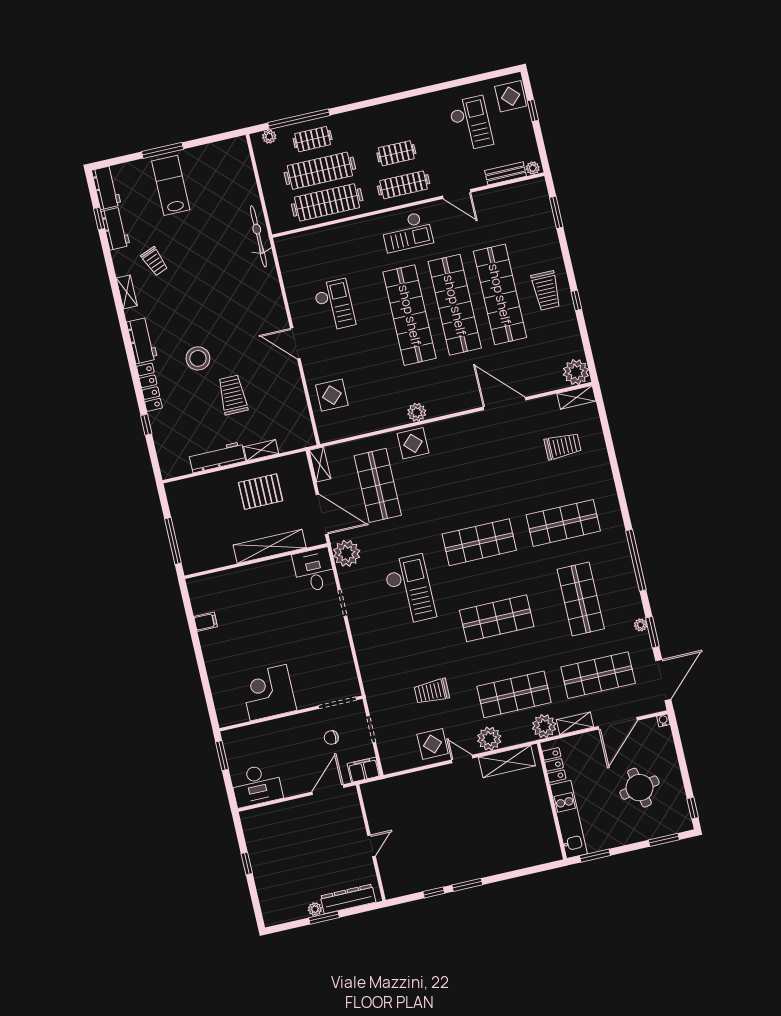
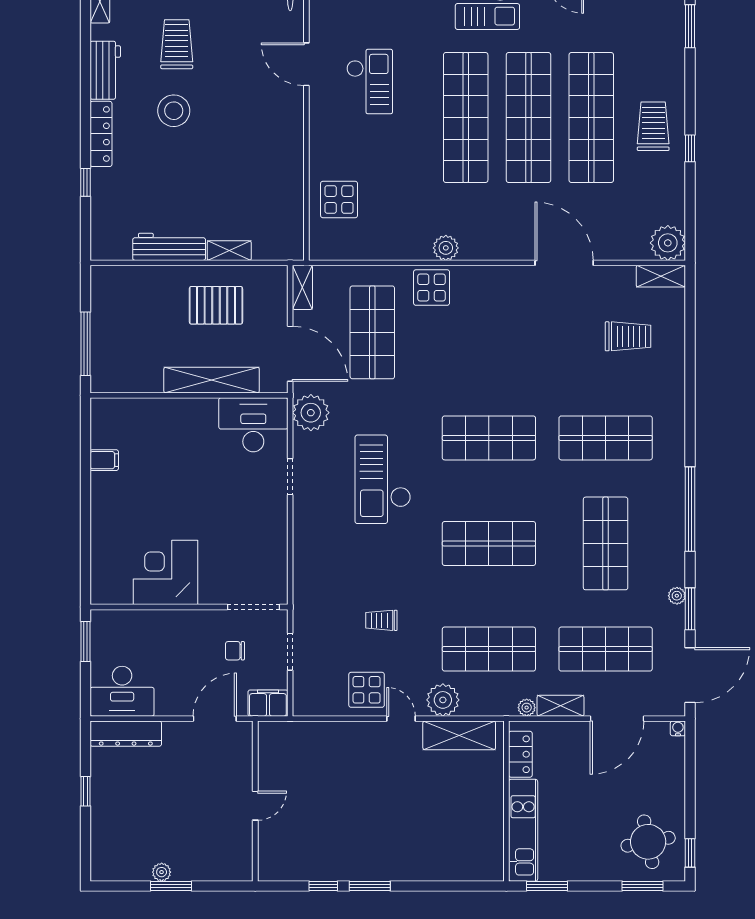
trolley: (546, 290) -> (653, 126), turned 180
door: (295, 343) -> (306, 64), moved
trolley: (233, 395) -> (177, 44), moved
desk: (314, 570) -> (253, 425), width x1.37
checkout: (410, 590) -> (383, 479), turned 180
trolley: (432, 691) -> (381, 620), width x0.73, depth x0.72
plant: (544, 726) -> (527, 708), width x0.53, depth x0.53
round table: (640, 788) -> (648, 842), moved
dresser: (348, 899) -> (126, 734), moved, turned 180

